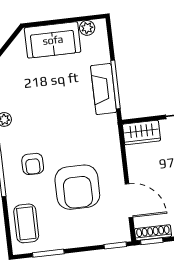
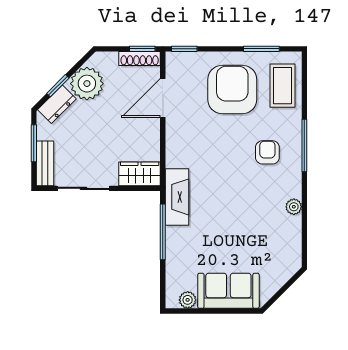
fireplace: (104, 89) -> (177, 197), moved
armchair: (77, 187) -> (232, 89), moved
door: (129, 201) -> (163, 98), hinge flipped

